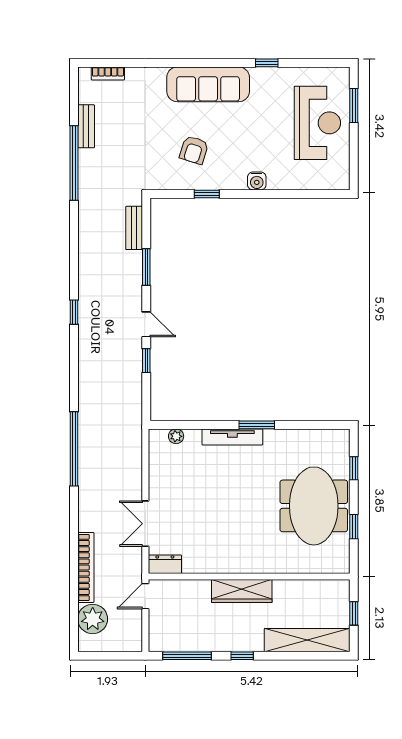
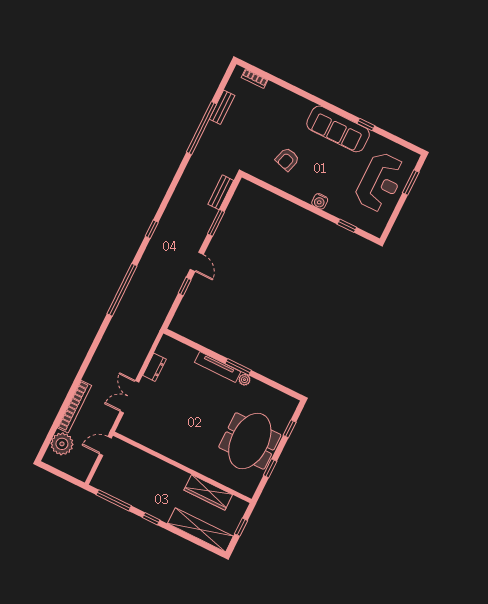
sofa: (208, 84) -> (338, 129), moved
window: (207, 194) -> (347, 226), moved
plant: (176, 436) -> (245, 380), moved
window: (74, 449) -> (122, 290), moved
dresser: (165, 564) -> (154, 367), moved, turned 90
wardrobe: (242, 591) -> (208, 492), moved

